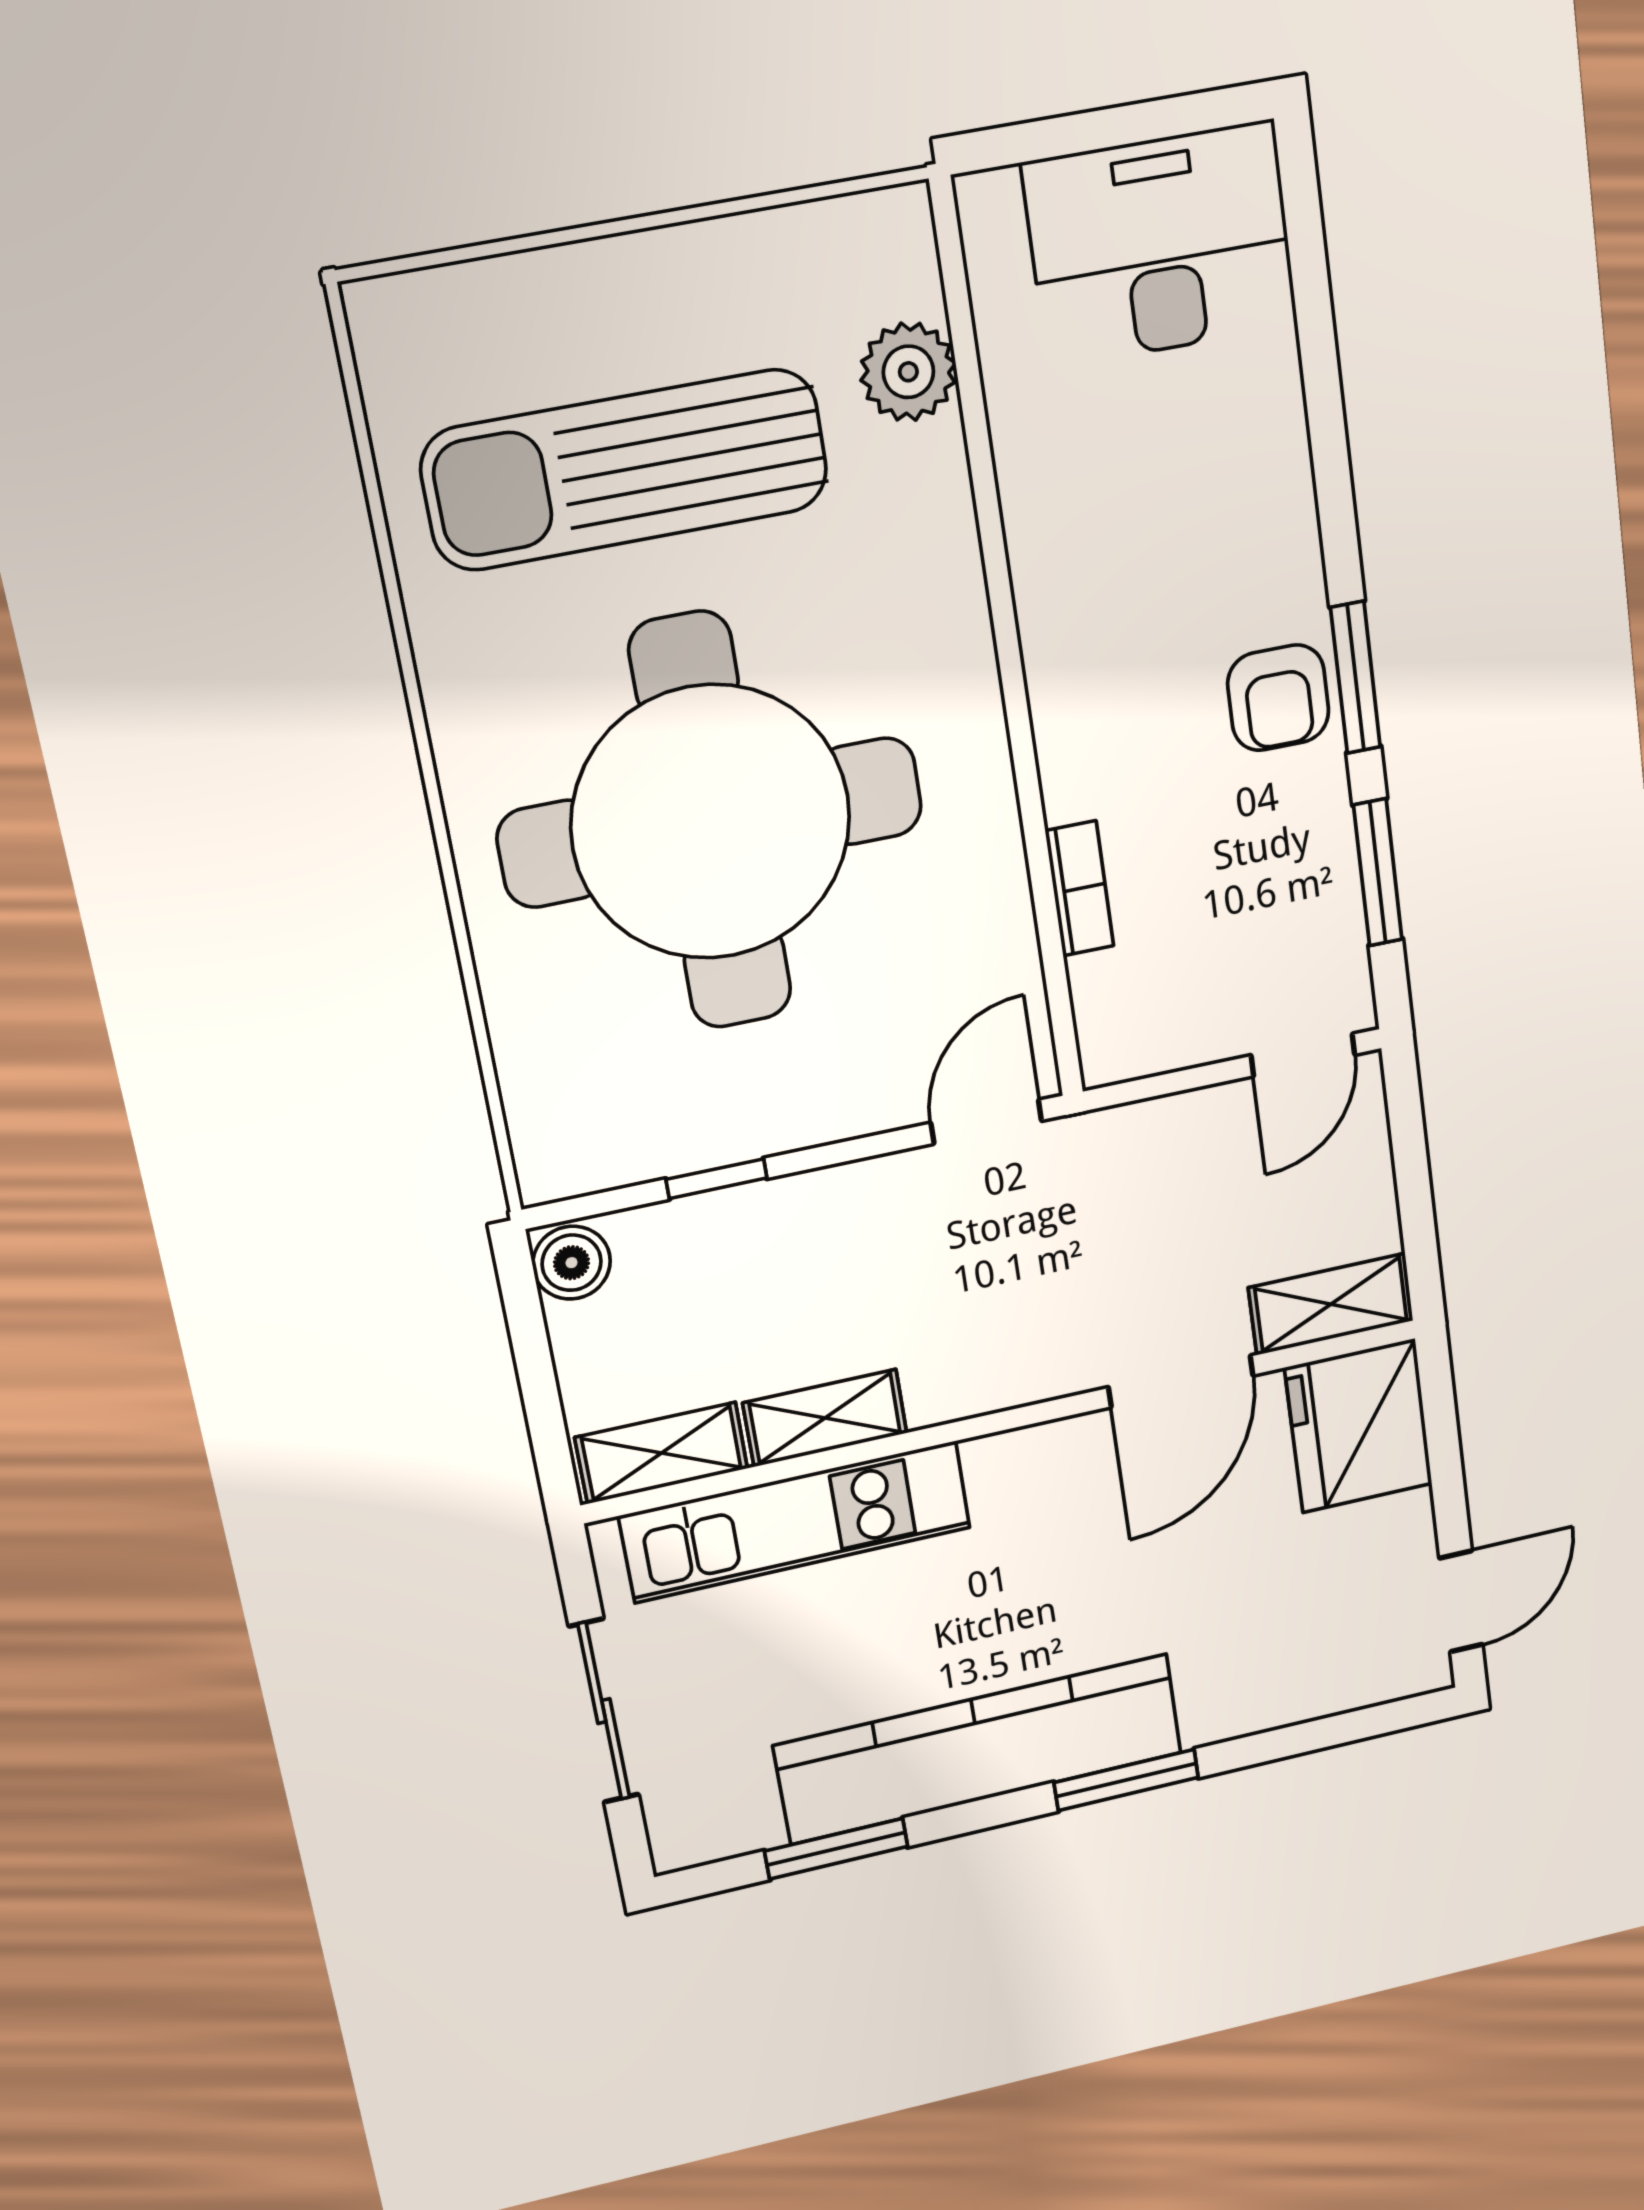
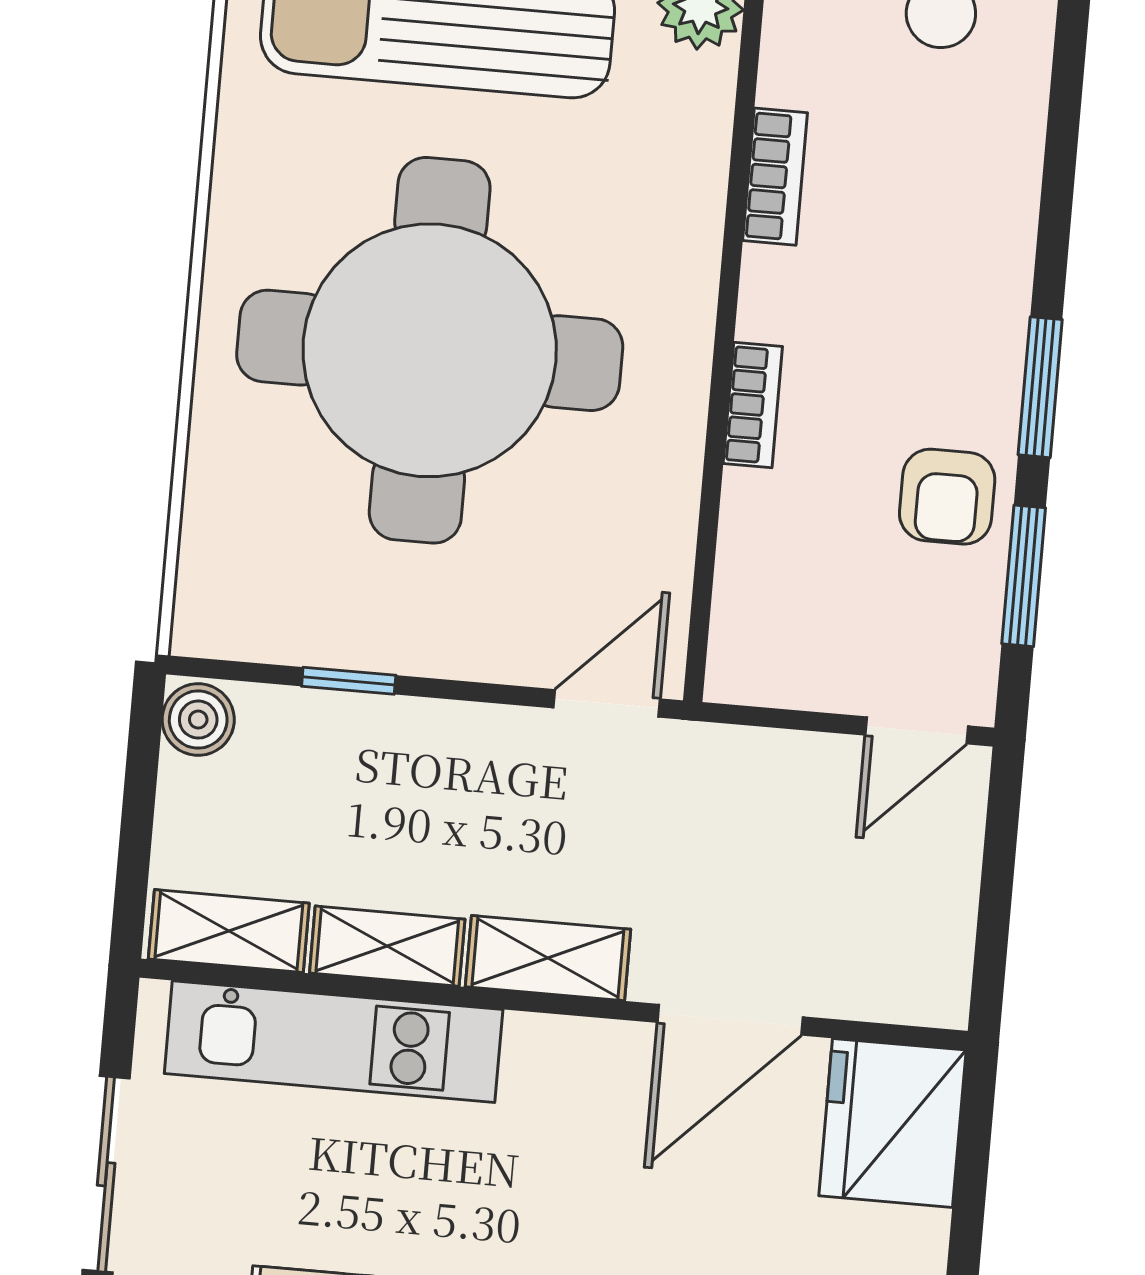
bookcase: (1032, 535) -> (775, 177), added
armchair: (1278, 698) -> (947, 497), moved
bookcase: (1079, 889) -> (753, 405), moved
shelving: (1331, 1304) -> (548, 958), moved

